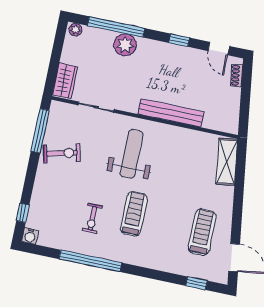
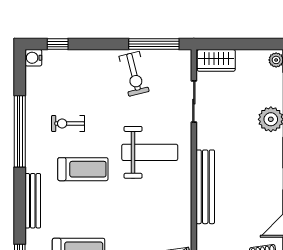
bench: (152, 262) -> (33, 201), added

